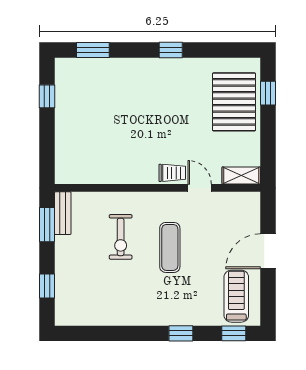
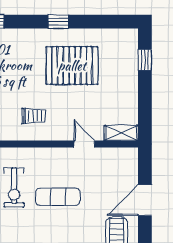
pallet: (234, 102) -> (72, 66), moved, turned 90
trolley: (172, 173) -> (34, 116), moved
exercise mat: (170, 247) -> (58, 197), turned 90

